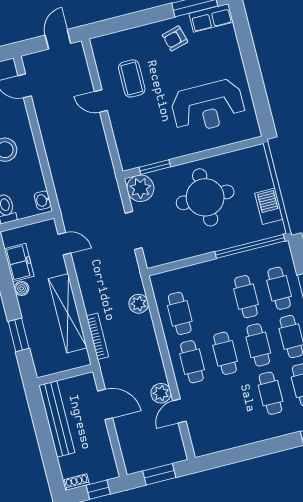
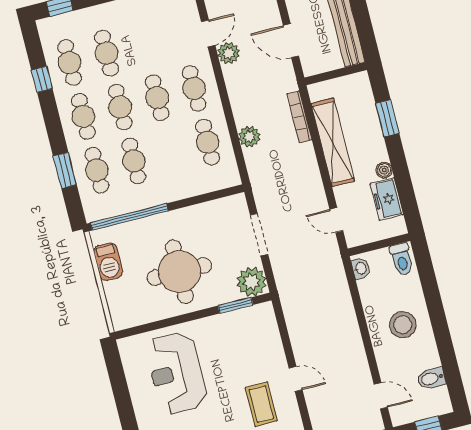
reception desk: (208, 106) -> (176, 373), turned -90
plant: (139, 304) -> (249, 137), moved

